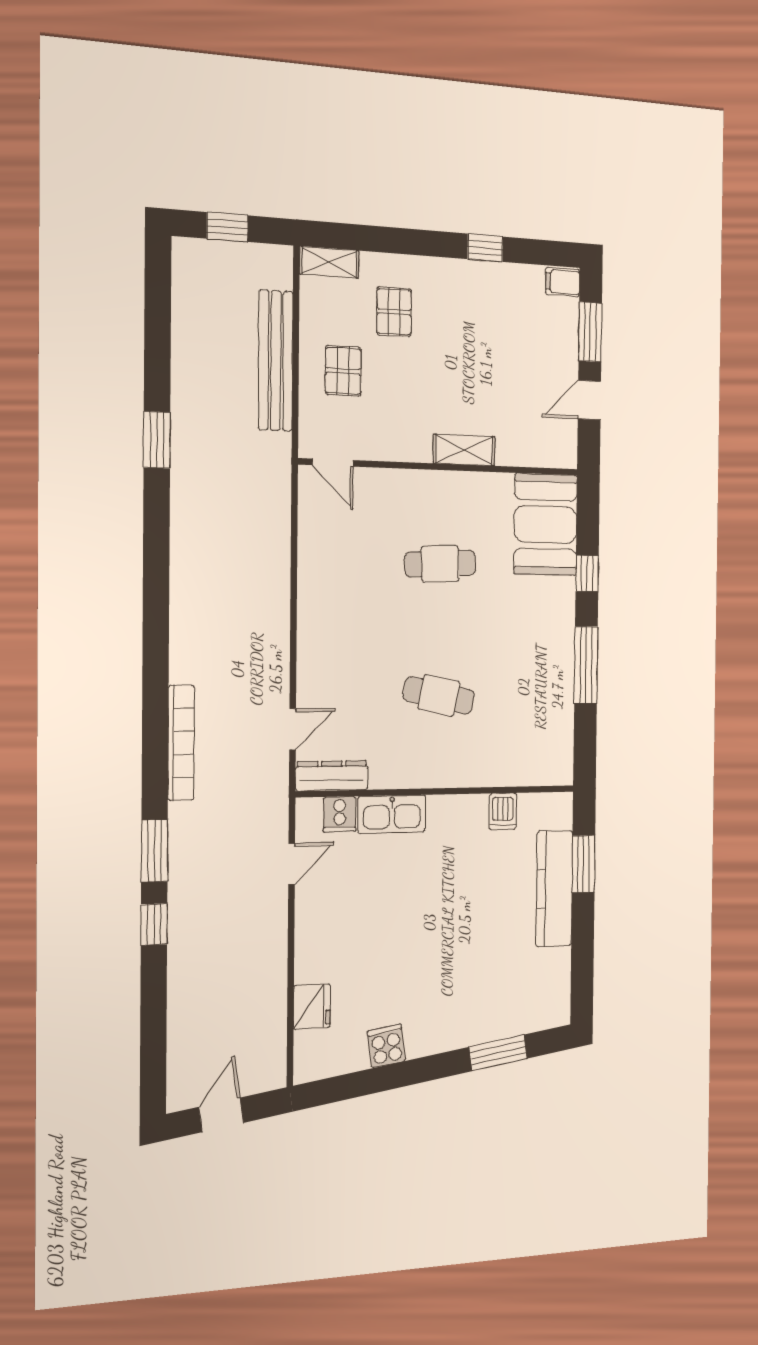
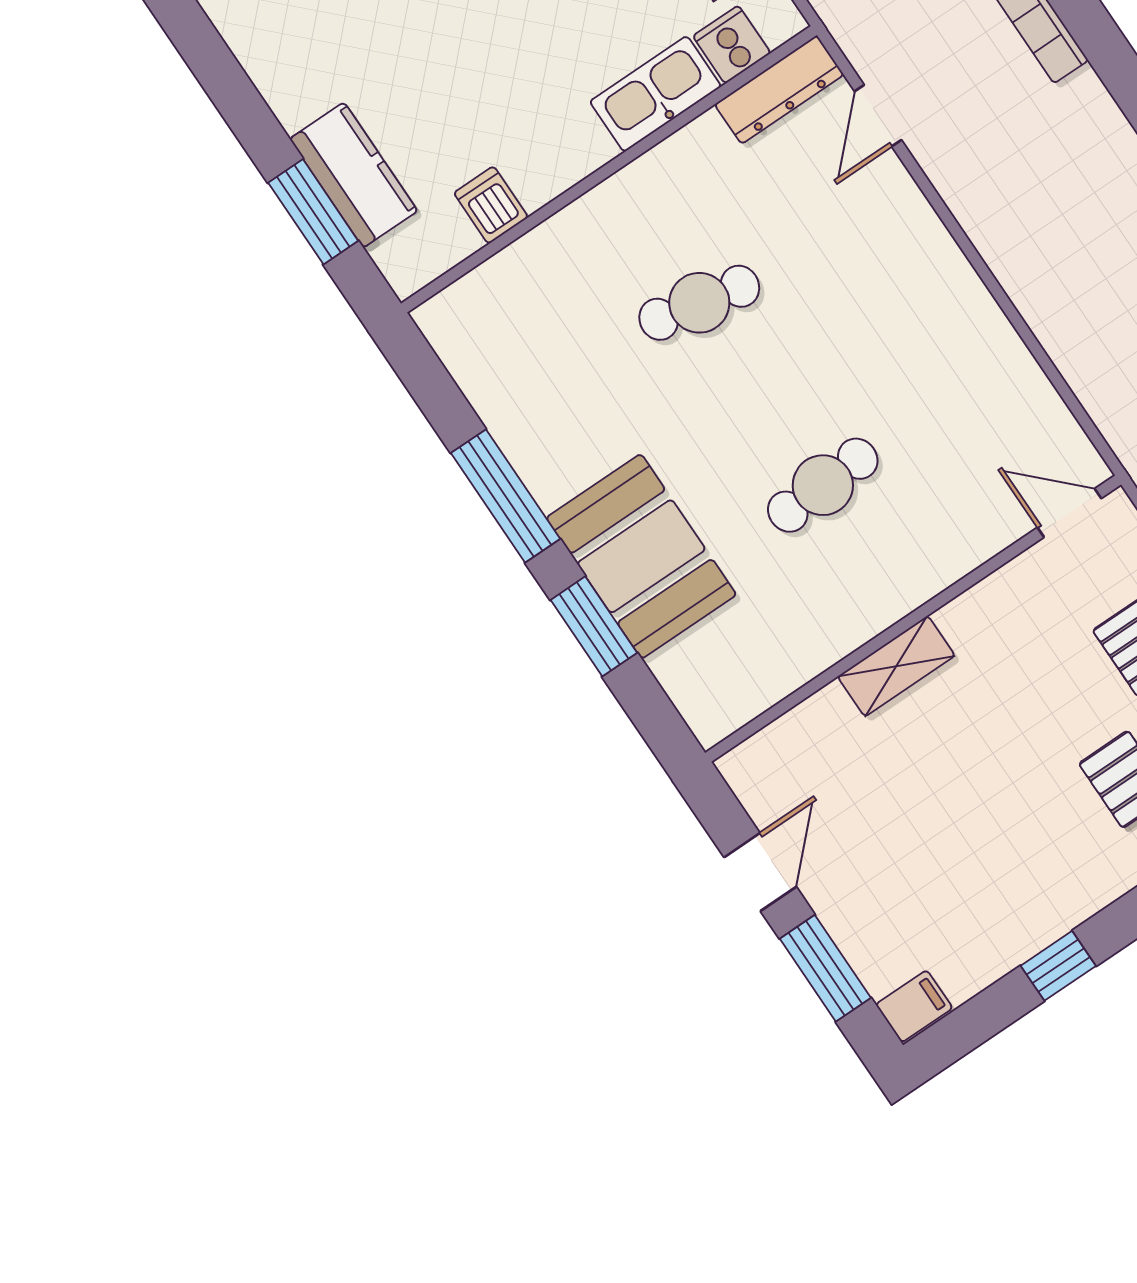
booth: (546, 525) -> (641, 556), moved
window: (587, 573) -> (594, 626), width x1.50
kitchen counter: (554, 889) -> (354, 175), width x0.67

